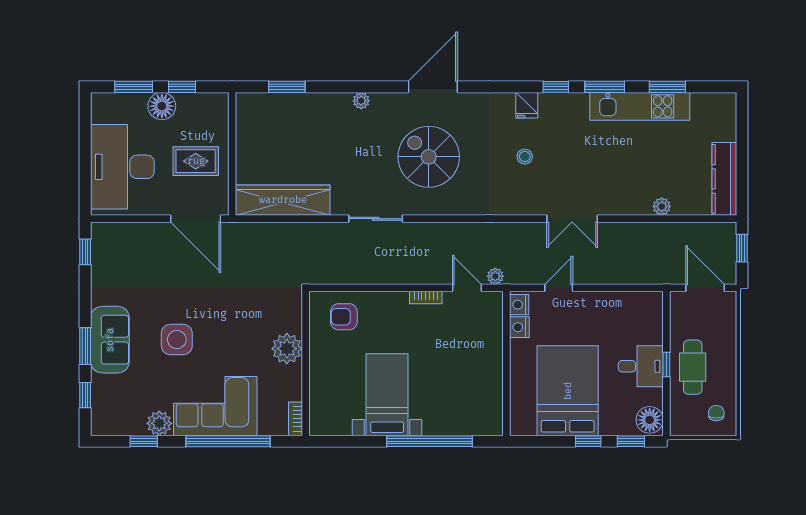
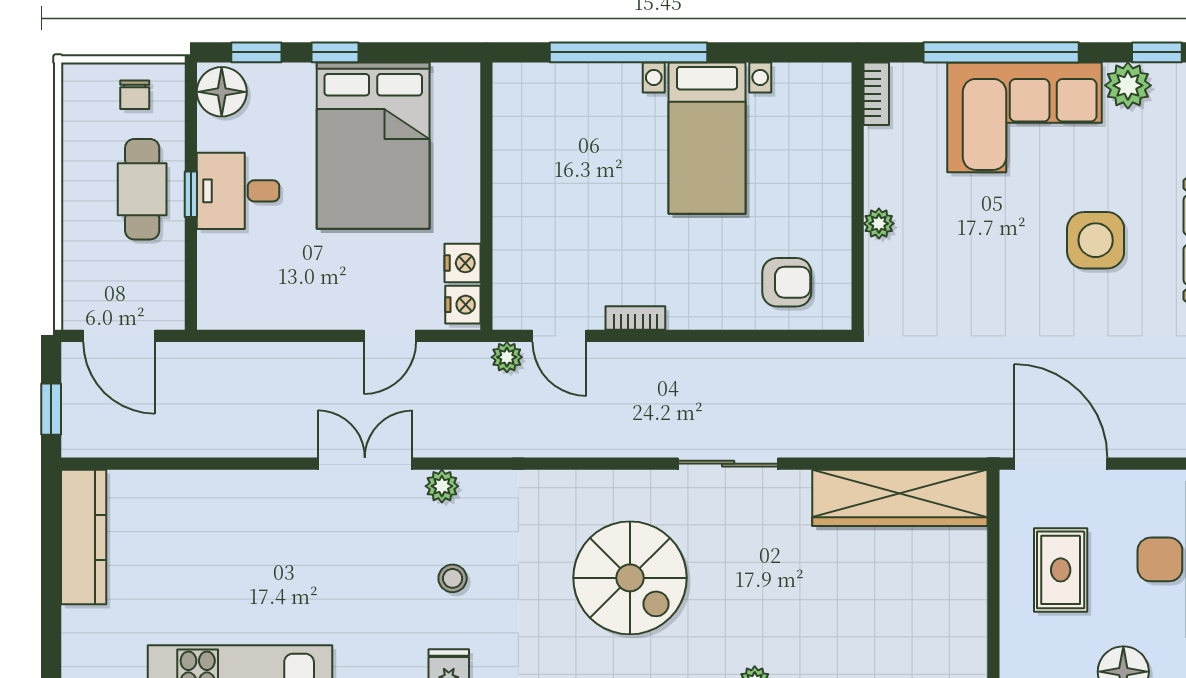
rug: (196, 161) -> (1061, 570), turned 90
plant: (662, 206) -> (442, 486), moved
plant: (287, 349) -> (879, 224), width x0.53, depth x0.53
chair: (716, 413) -> (135, 95), moved

